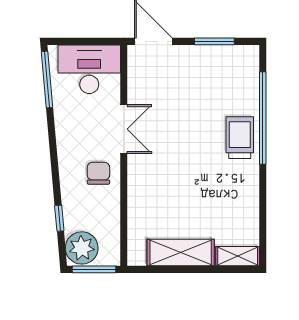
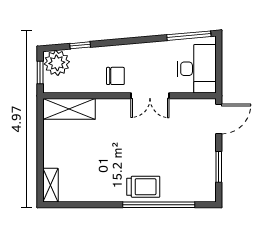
shelving: (181, 253) -> (69, 109), moved, turned 90
window: (94, 269) -> (40, 72), width x0.67

